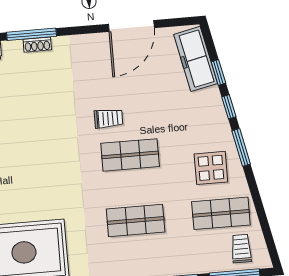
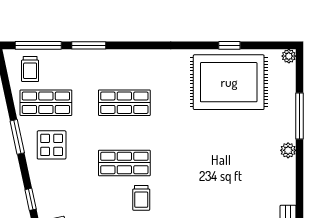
trolley: (109, 118) -> (141, 198), turned -90
window: (241, 147) -> (17, 137), moved

